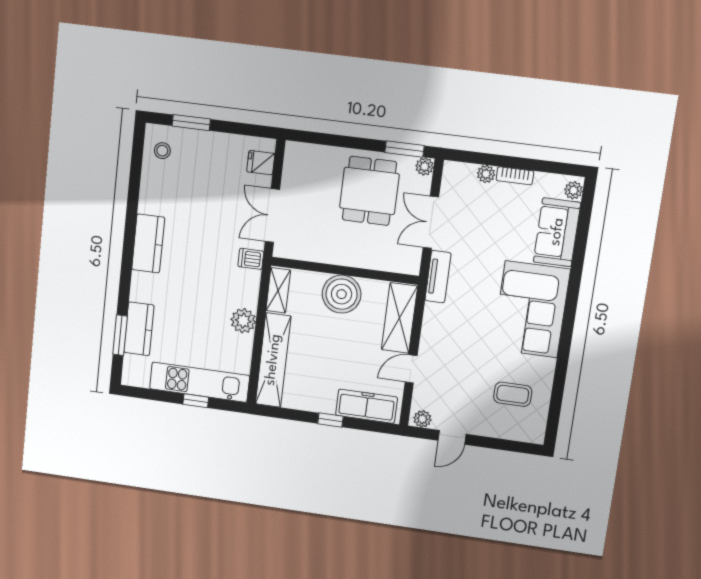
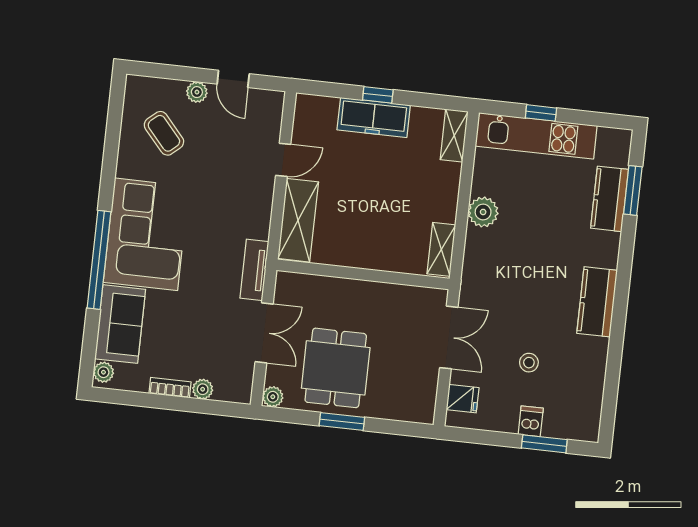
window: (404, 149) -> (342, 421), moved
stool: (162, 151) -> (529, 363), moved
dishwasher: (251, 259) -> (531, 421), moved, turned -90
window: (574, 288) -> (99, 260), added
boiler: (342, 294) -> (366, 247), removed
shelving: (273, 360) -> (454, 136), width x0.45, depth x0.75
coffee table: (513, 394) -> (164, 133), turned 49
freezer: (366, 406) -> (374, 117), moved
plant: (422, 419) -> (197, 92), moved
door: (452, 437) -> (233, 79), swing flipped

